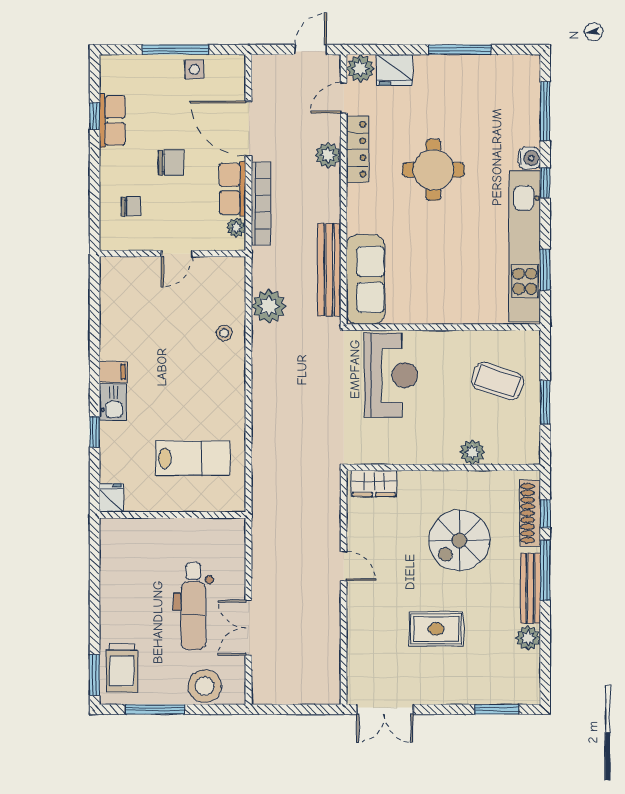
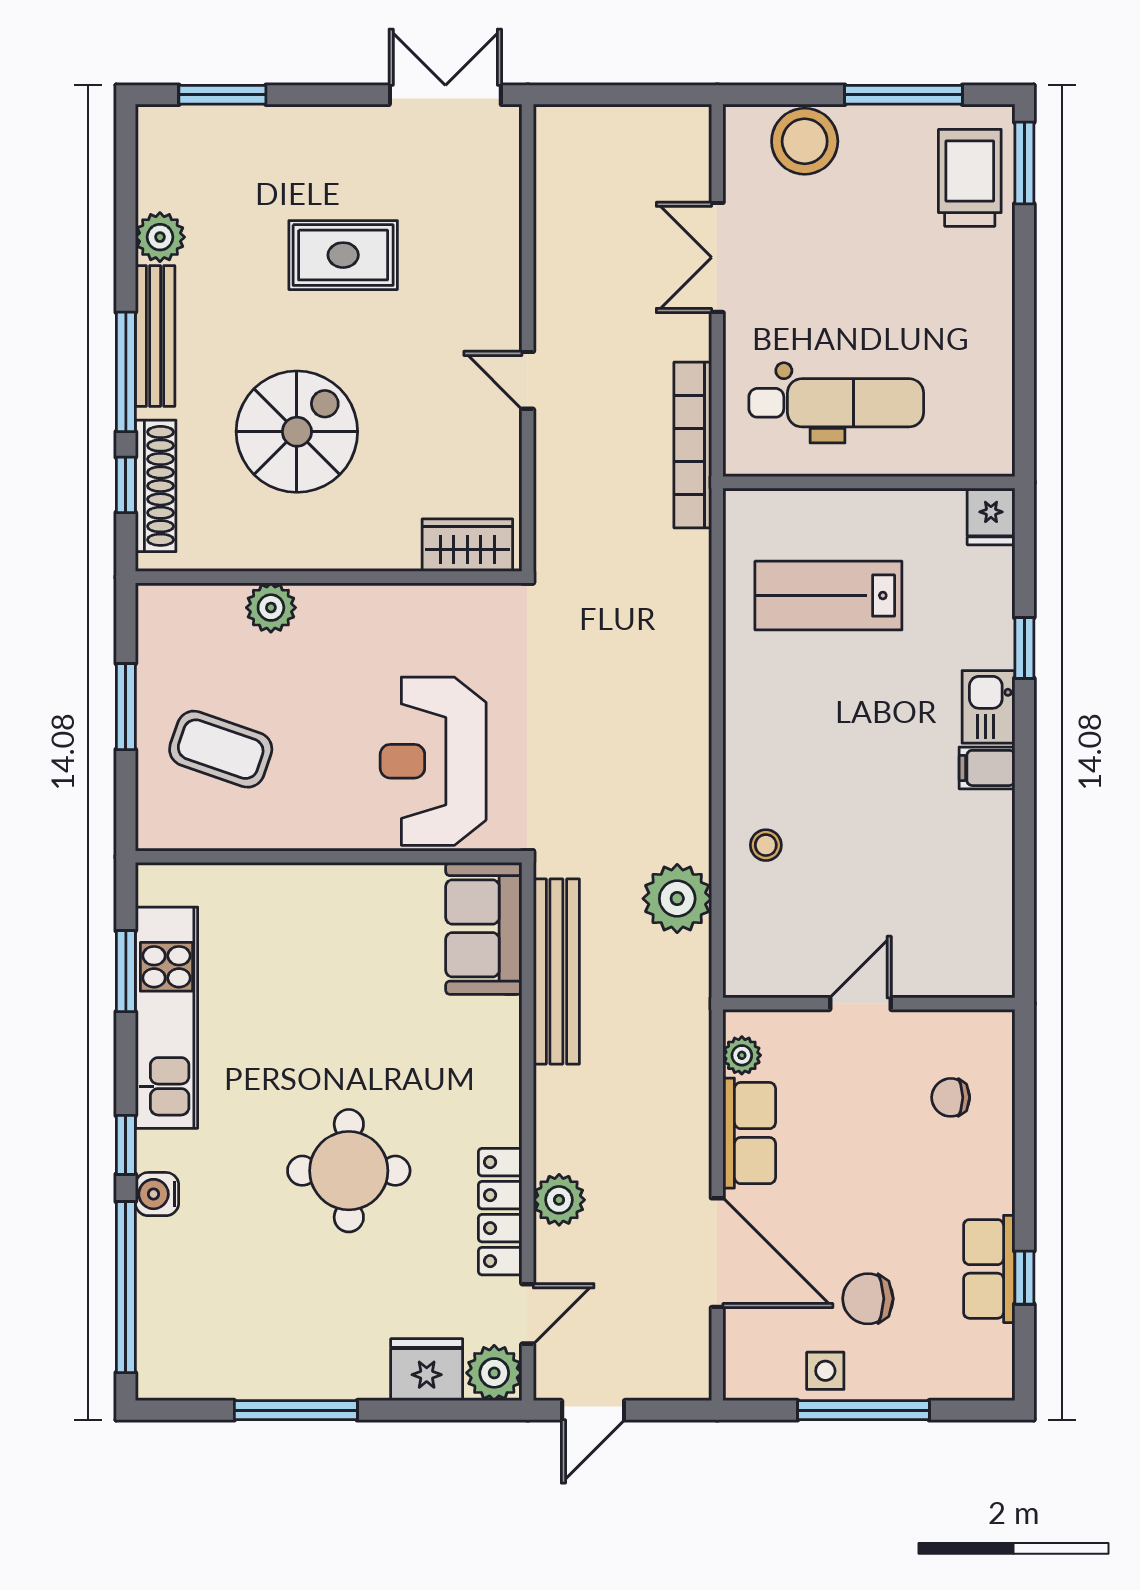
window: (545, 111) -> (126, 1287), width x1.46
chair: (171, 163) -> (868, 1299), moved
bookcase: (261, 203) -> (693, 445), moved
kitchen unit: (525, 246) -> (166, 1018), width x0.73
sofa: (366, 279) -> (484, 928), width x0.73
dental chair: (193, 606) -> (836, 403), moved, turned 90
double door: (249, 628) -> (717, 257), swing flipped

